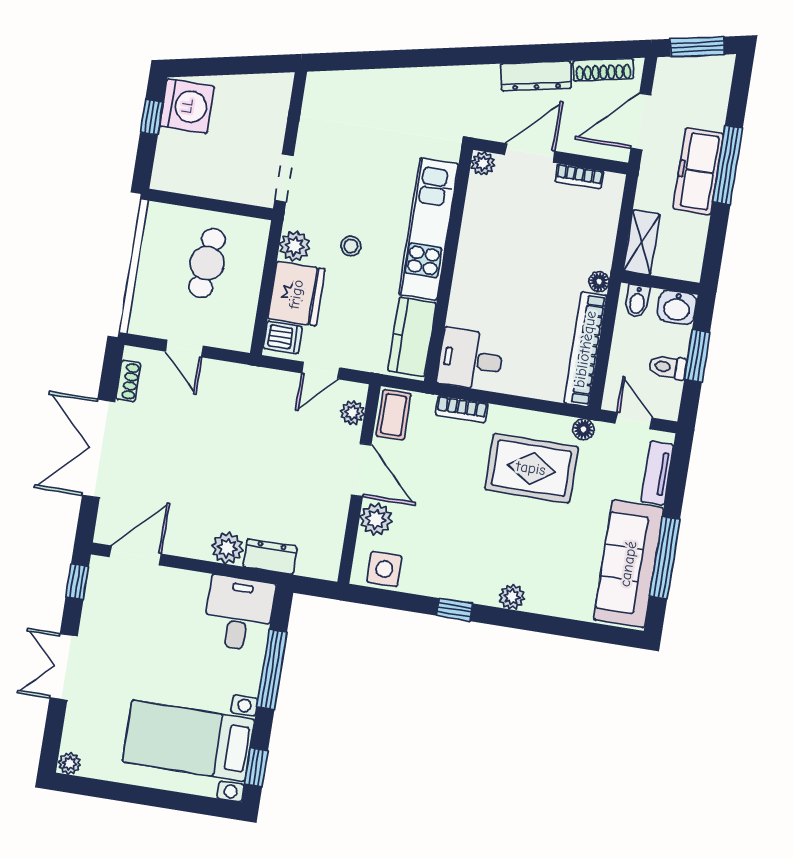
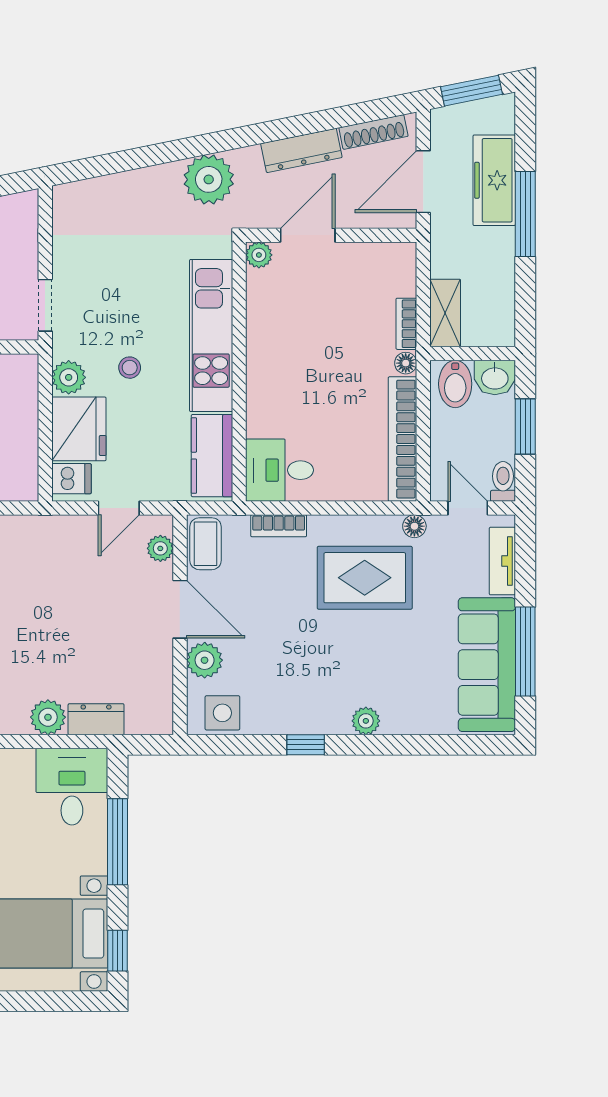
plant: (449, 89) -> (209, 179), added
freezer: (698, 171) -> (494, 180), moved
bookcase: (579, 176) -> (406, 324), moved, turned 90
bidet: (637, 301) -> (455, 384), width x1.38, depth x1.36
toilet: (668, 367) -> (503, 481), moved, turned 90

